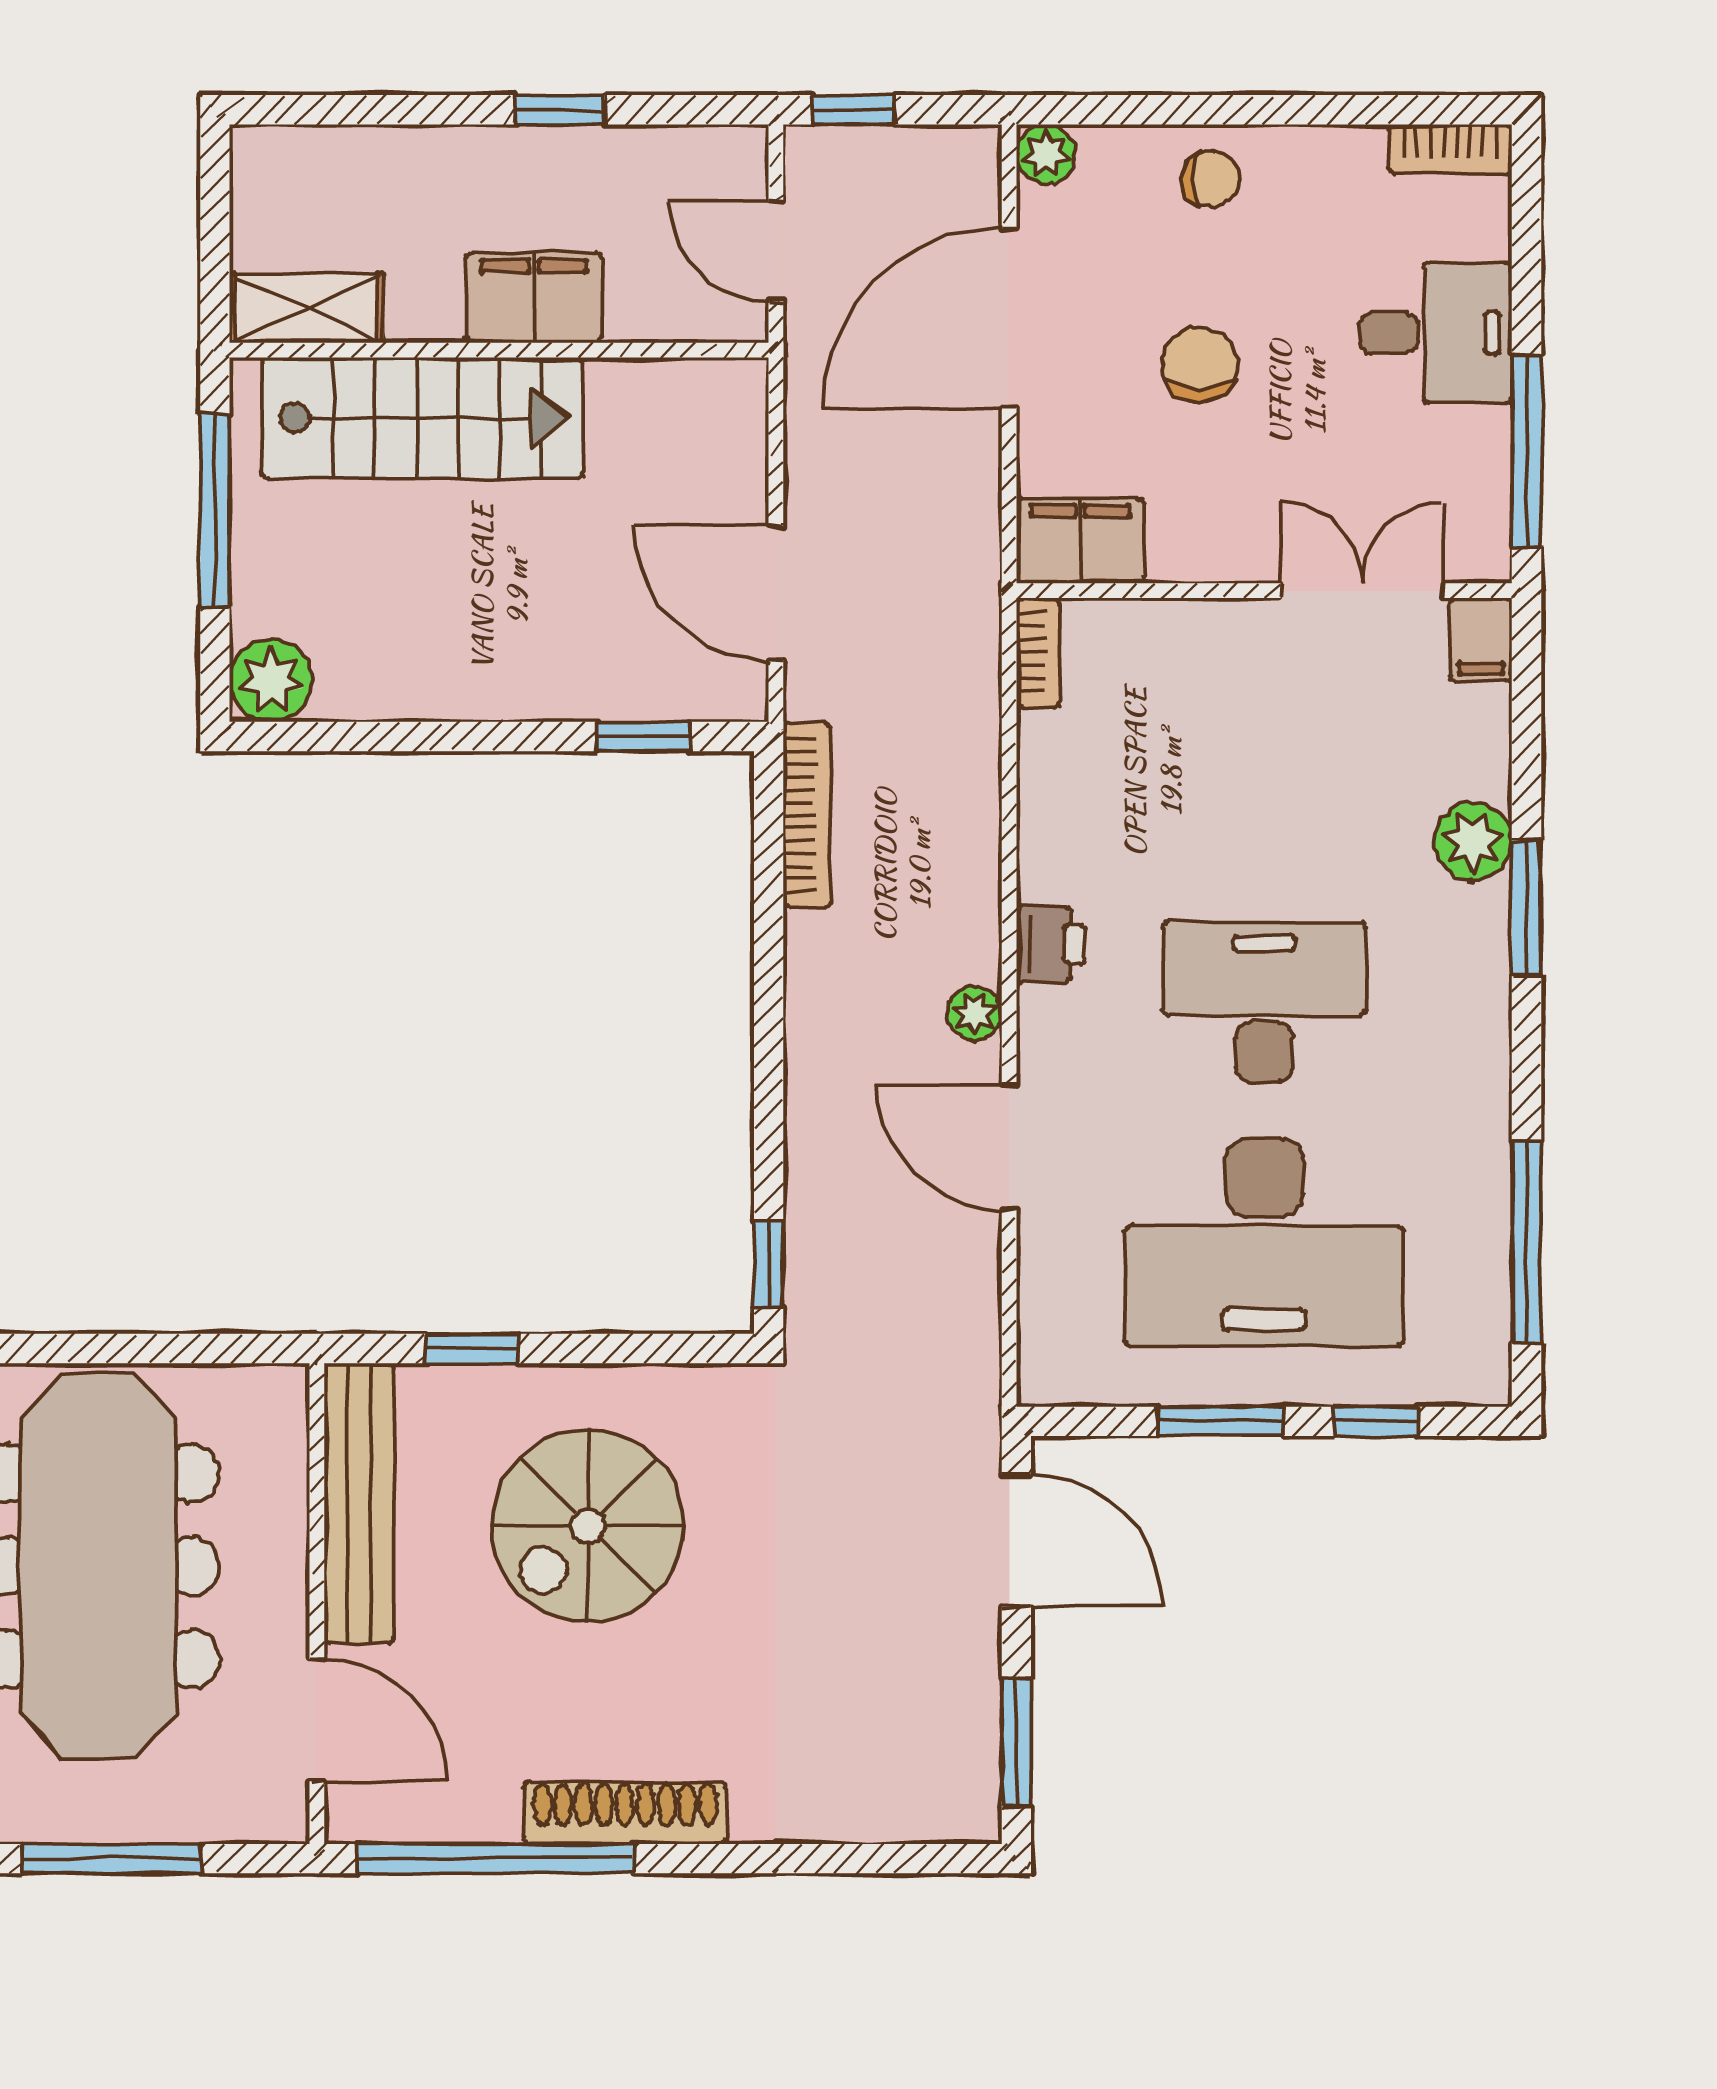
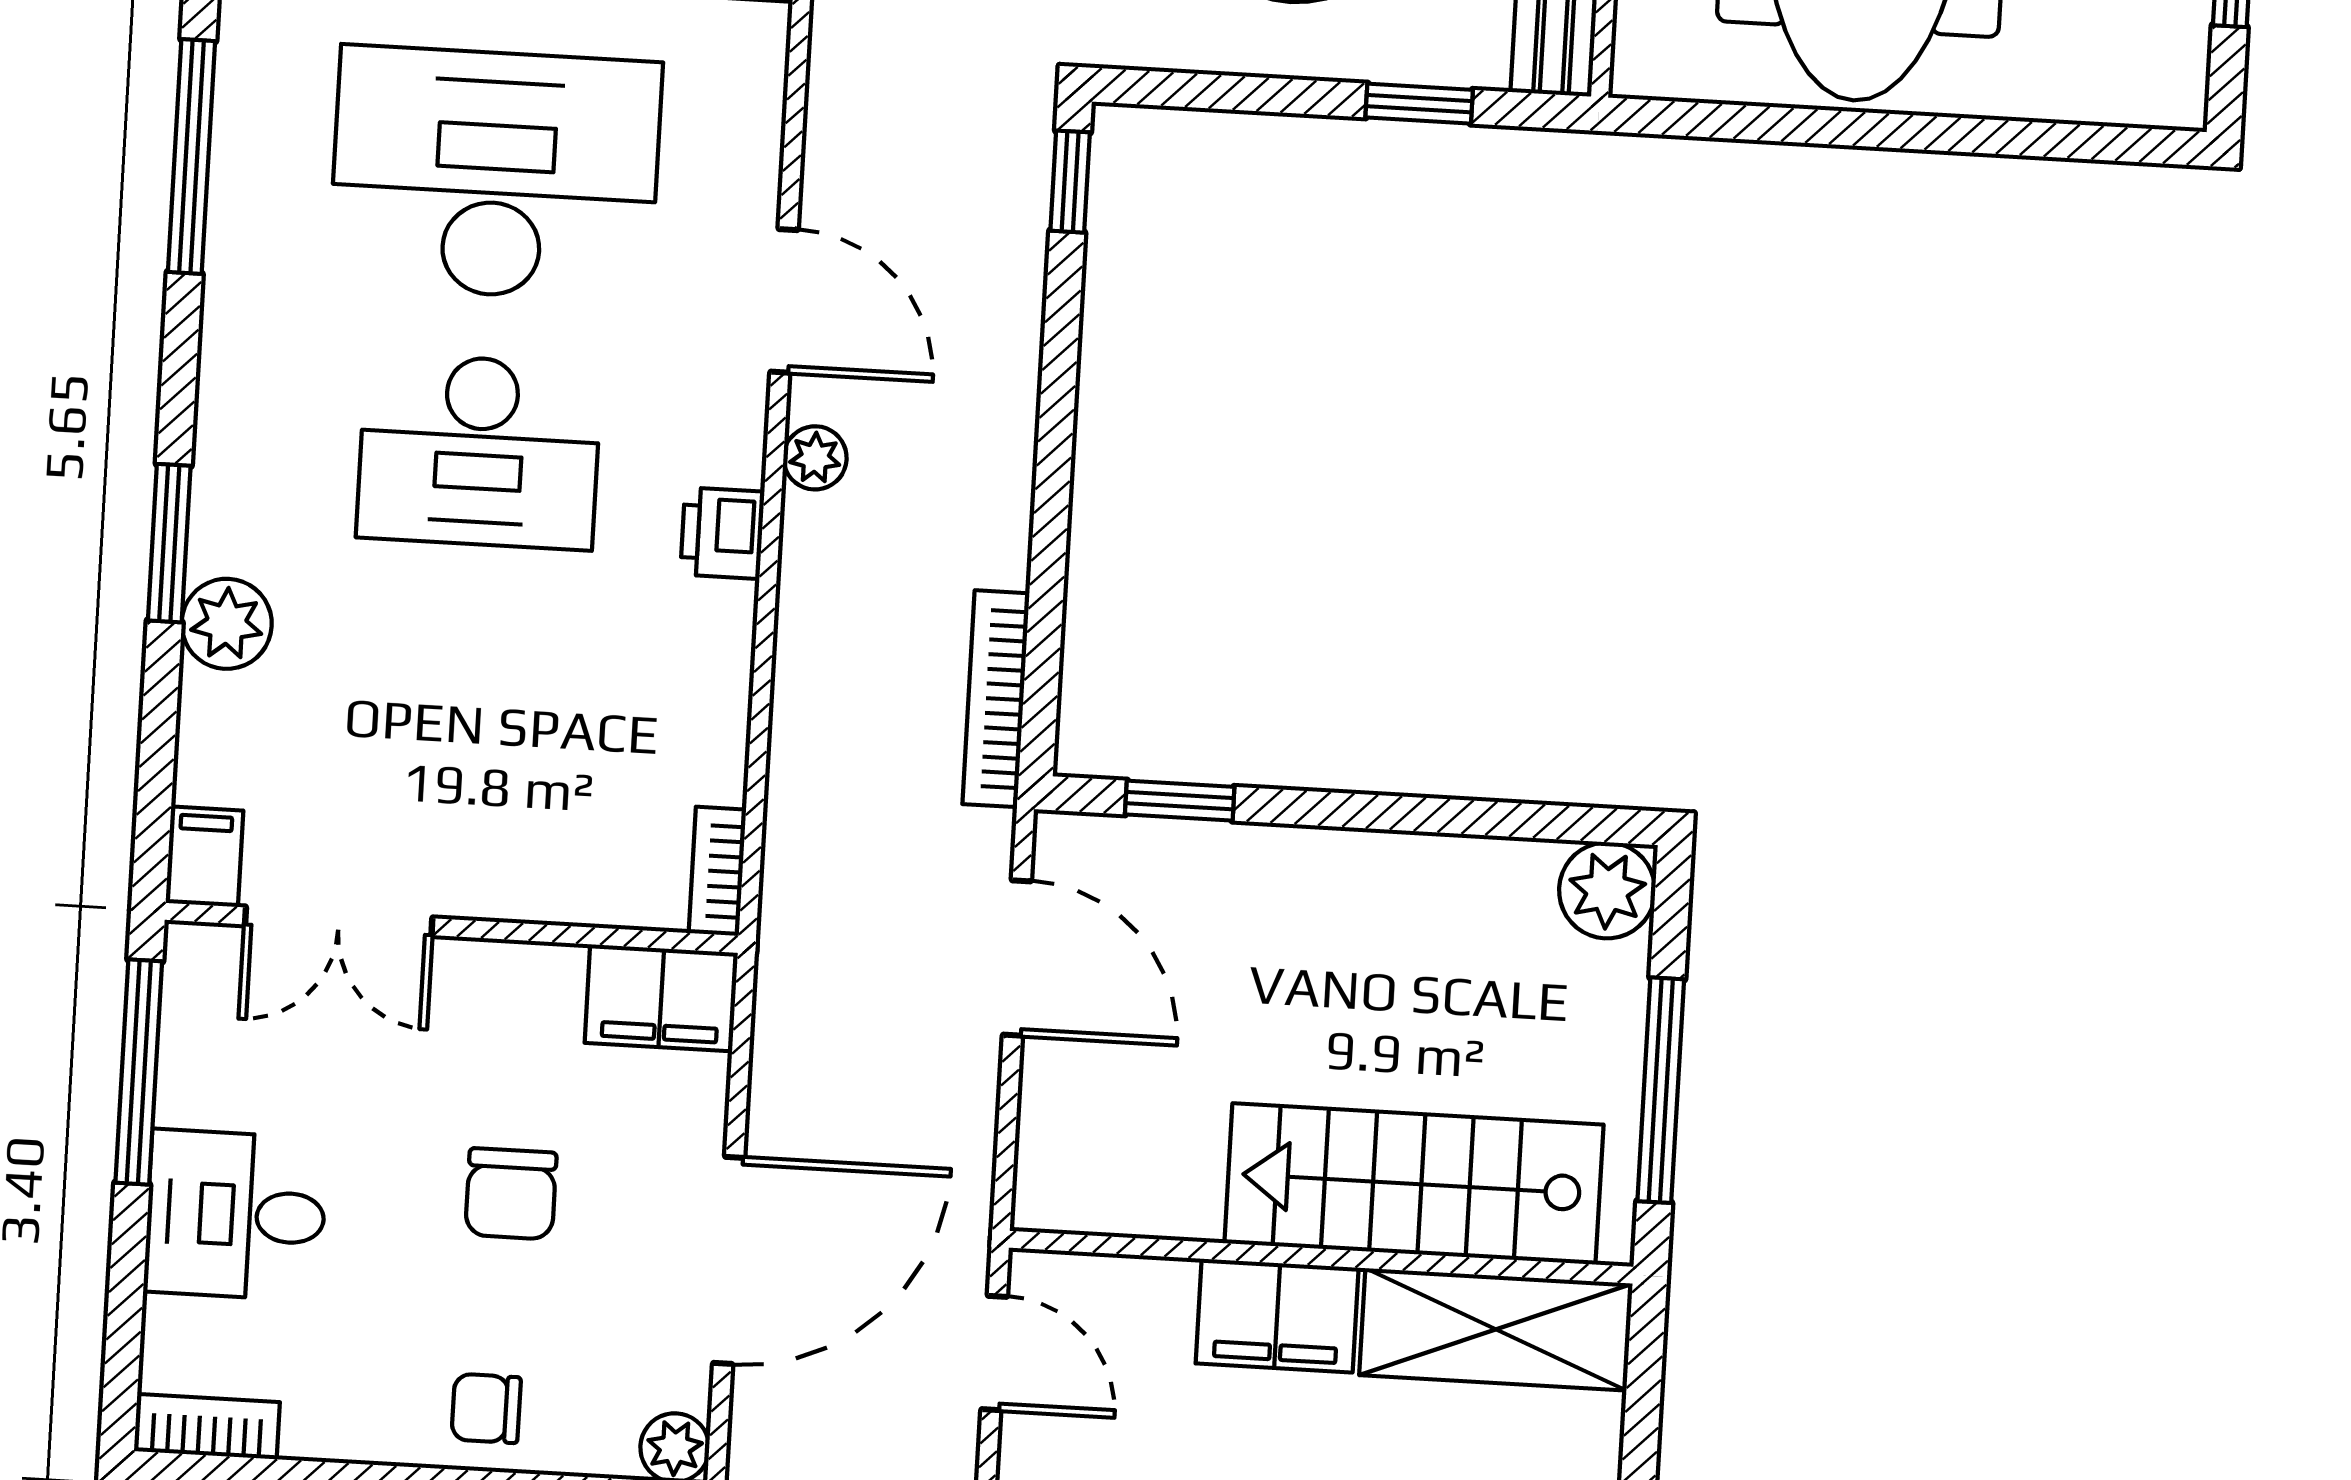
shelving: (306, 308) -> (1496, 1329), width x1.50, depth x1.33

